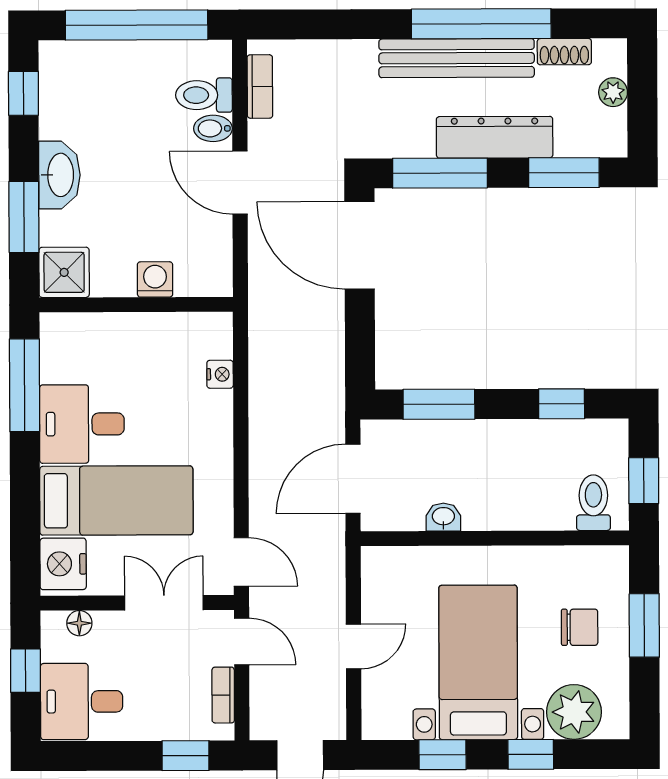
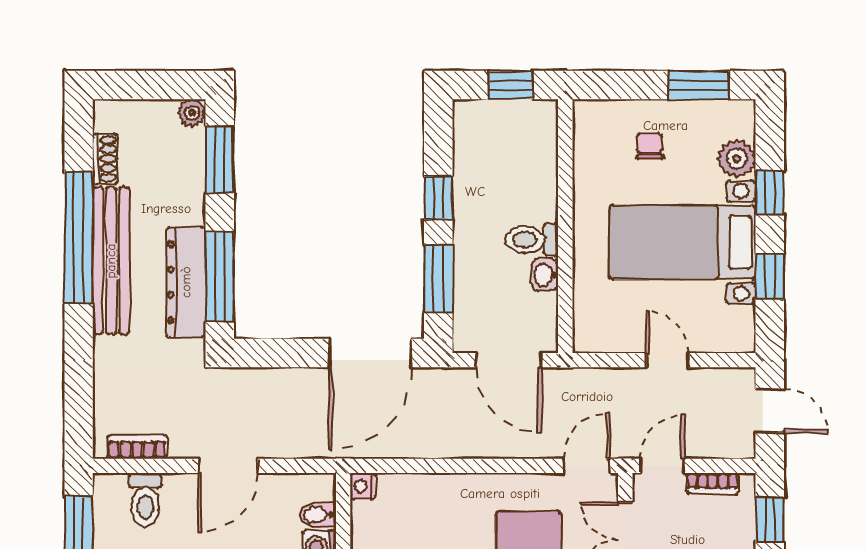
plant: (613, 92) -> (192, 113), moved
bidet: (213, 128) -> (318, 515), moved, turned 90
dresser: (495, 137) -> (186, 282), moved
door: (360, 245) -> (370, 353), moved
nightstand: (220, 374) -> (363, 486), moved, turned -90
window: (562, 404) -> (438, 198), moved
toilet: (593, 503) -> (532, 240), moved
window: (644, 625) -> (699, 85), moved
chair: (580, 627) -> (650, 146), width x0.73, depth x0.73
plant: (574, 712) -> (737, 159), width x0.73, depth x0.73

